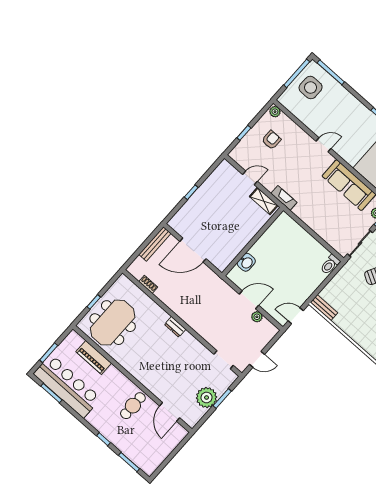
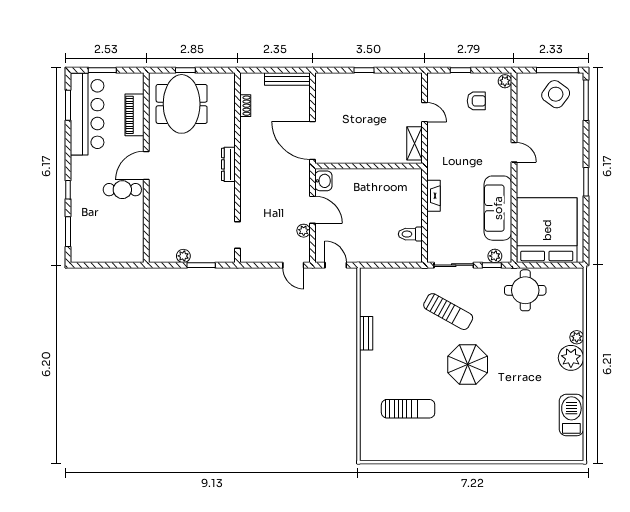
side table: (311, 88) -> (556, 94), turned 36
fireplace: (284, 198) -> (434, 196), moved
door: (193, 250) -> (313, 141), moved
washbasin: (246, 262) -> (323, 181), moved, turned -90
toilet: (330, 264) -> (410, 234), moved
bench: (324, 308) -> (366, 333), moved
meeting table: (113, 323) -> (182, 104), turned 90
dresser: (175, 327) -> (228, 164), width x1.44
door: (257, 359) -> (293, 265), moved
plant: (207, 398) -> (183, 256), width x0.53, depth x0.53
door: (170, 412) -> (146, 165), moved

